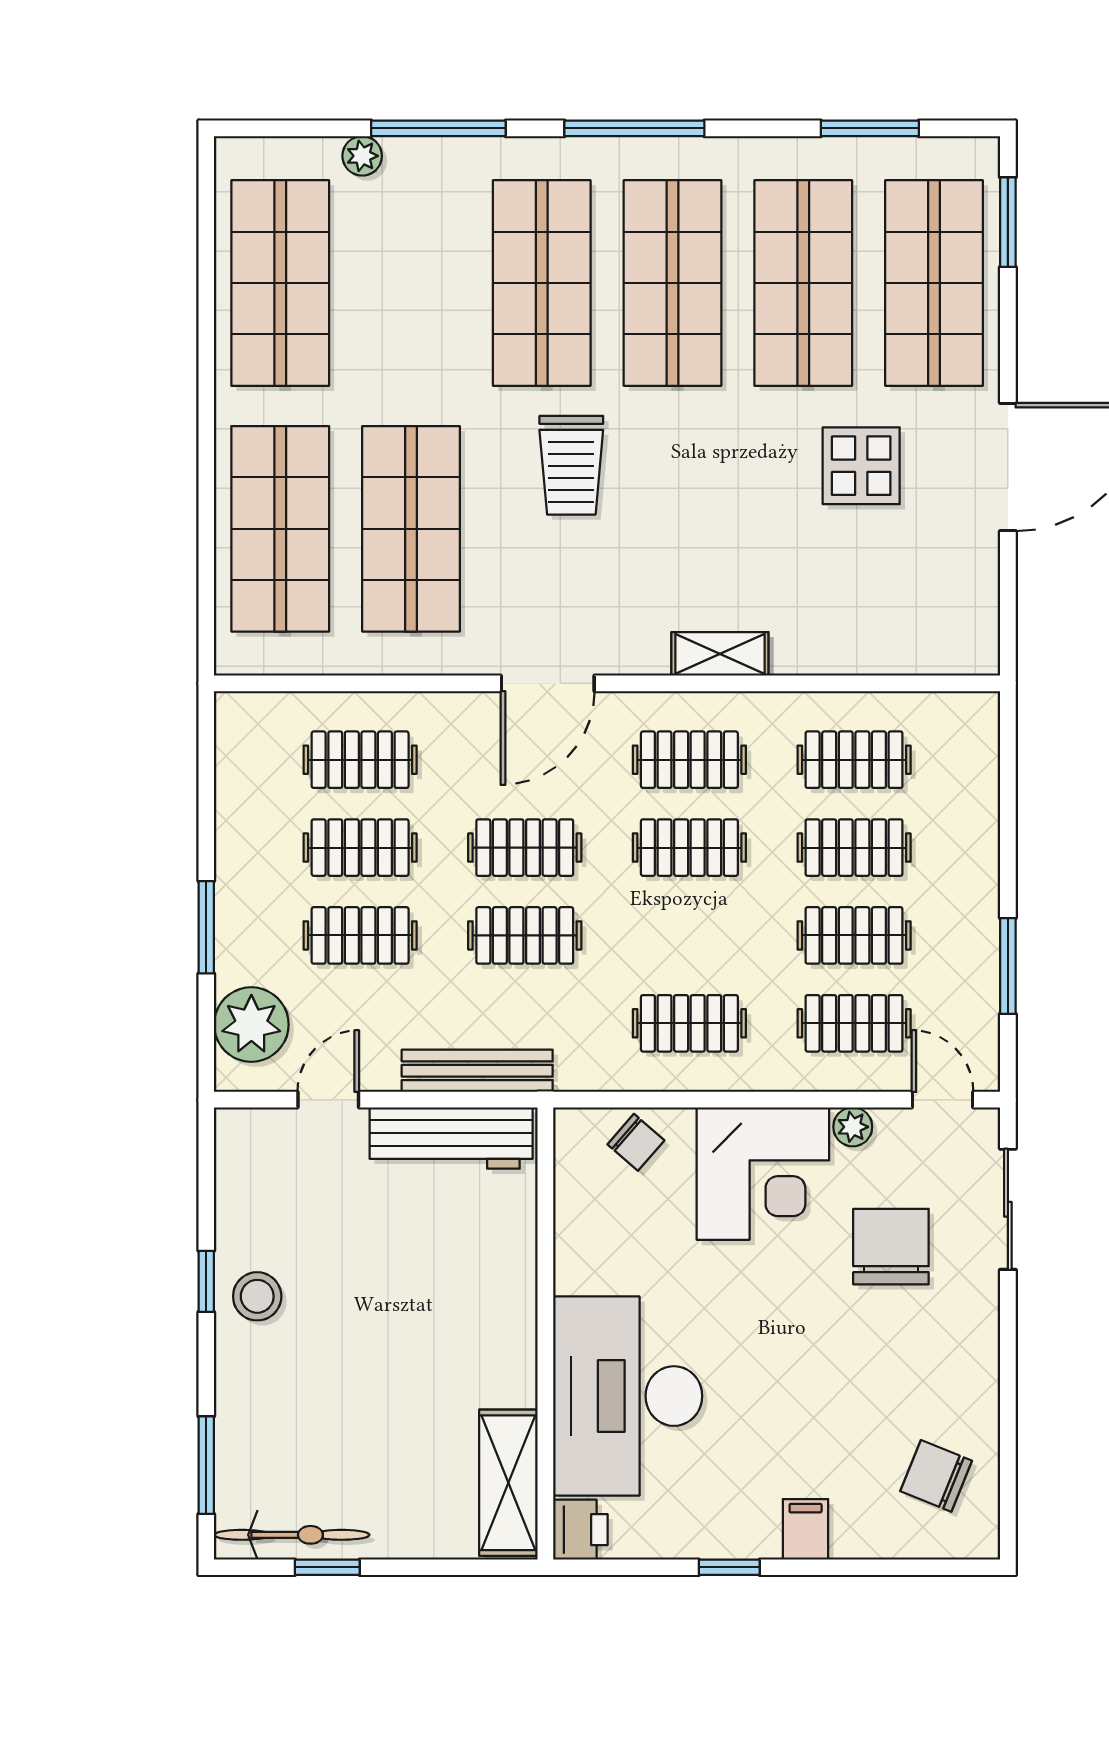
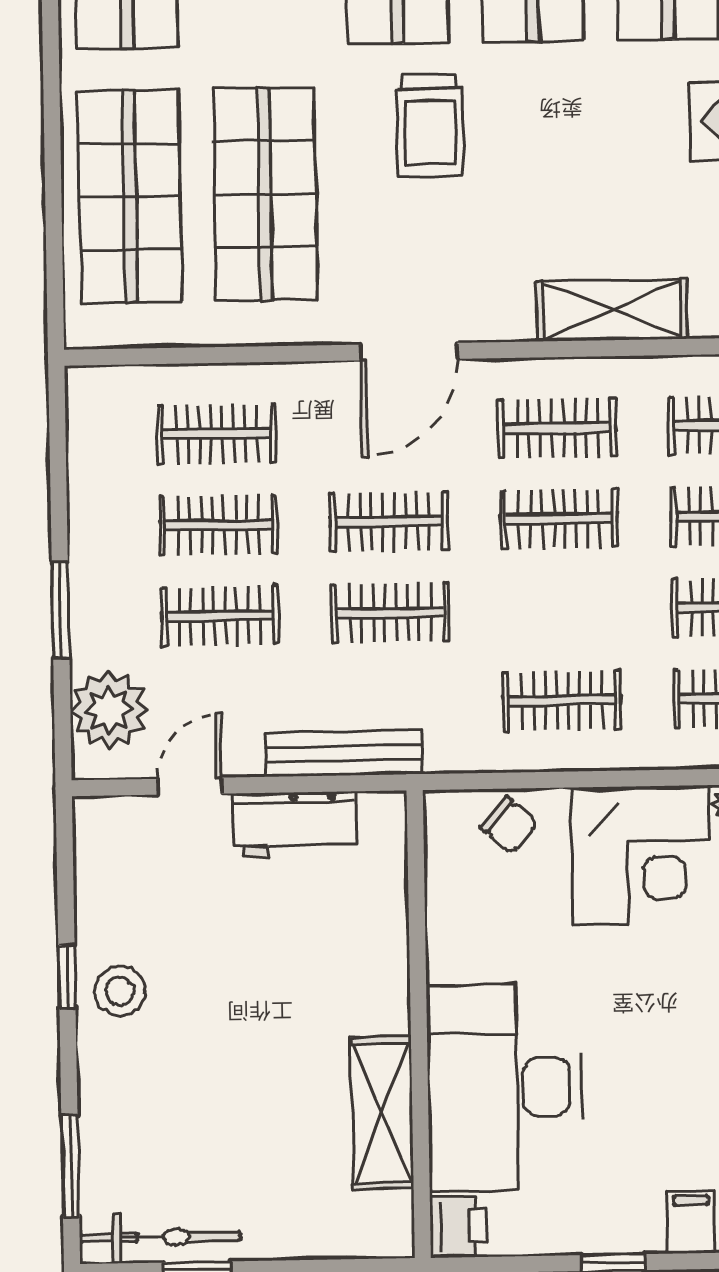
shelving: (720, 654) -> (612, 310), width x1.50, depth x1.33
workbench: (451, 1138) -> (295, 824), width x0.73
shelving: (508, 1483) -> (382, 1113), moved

